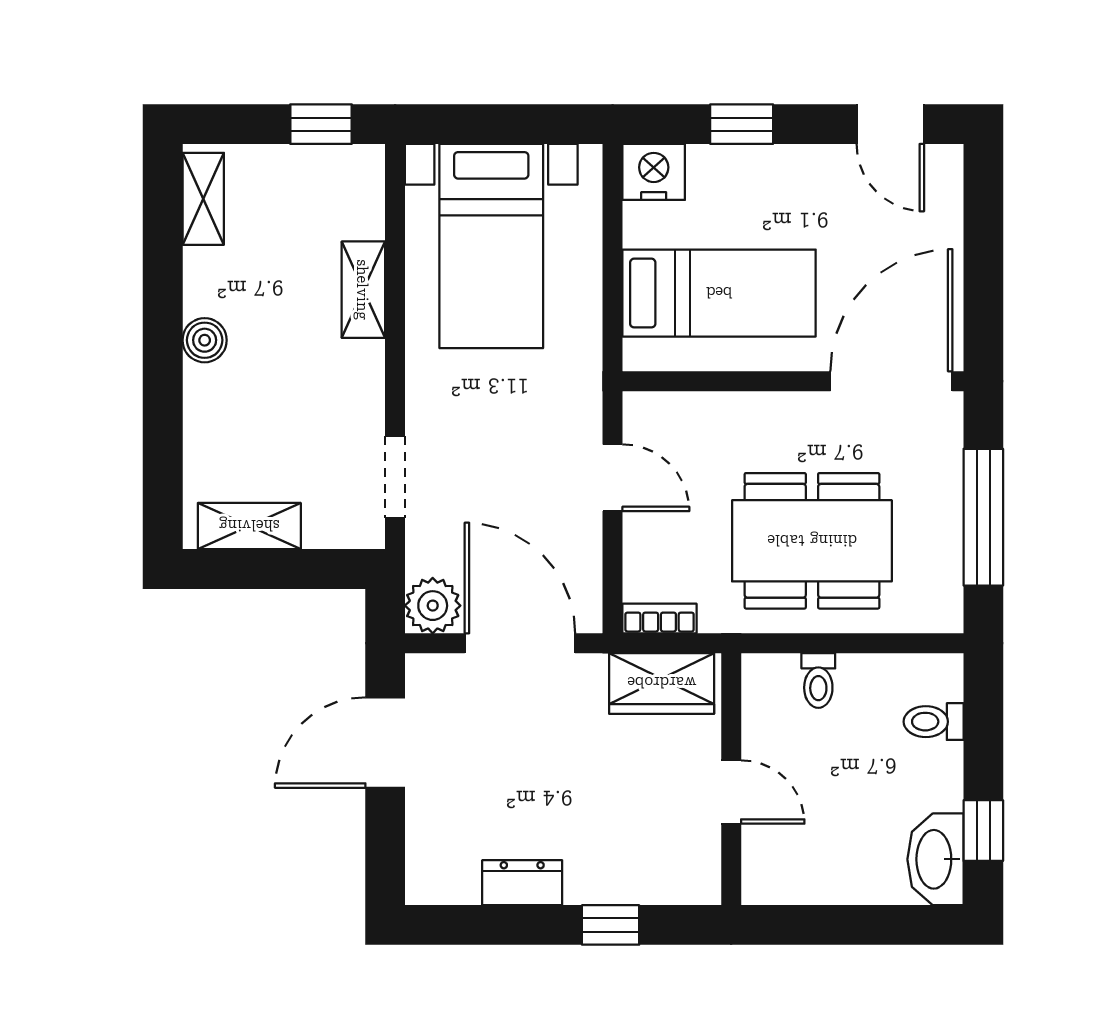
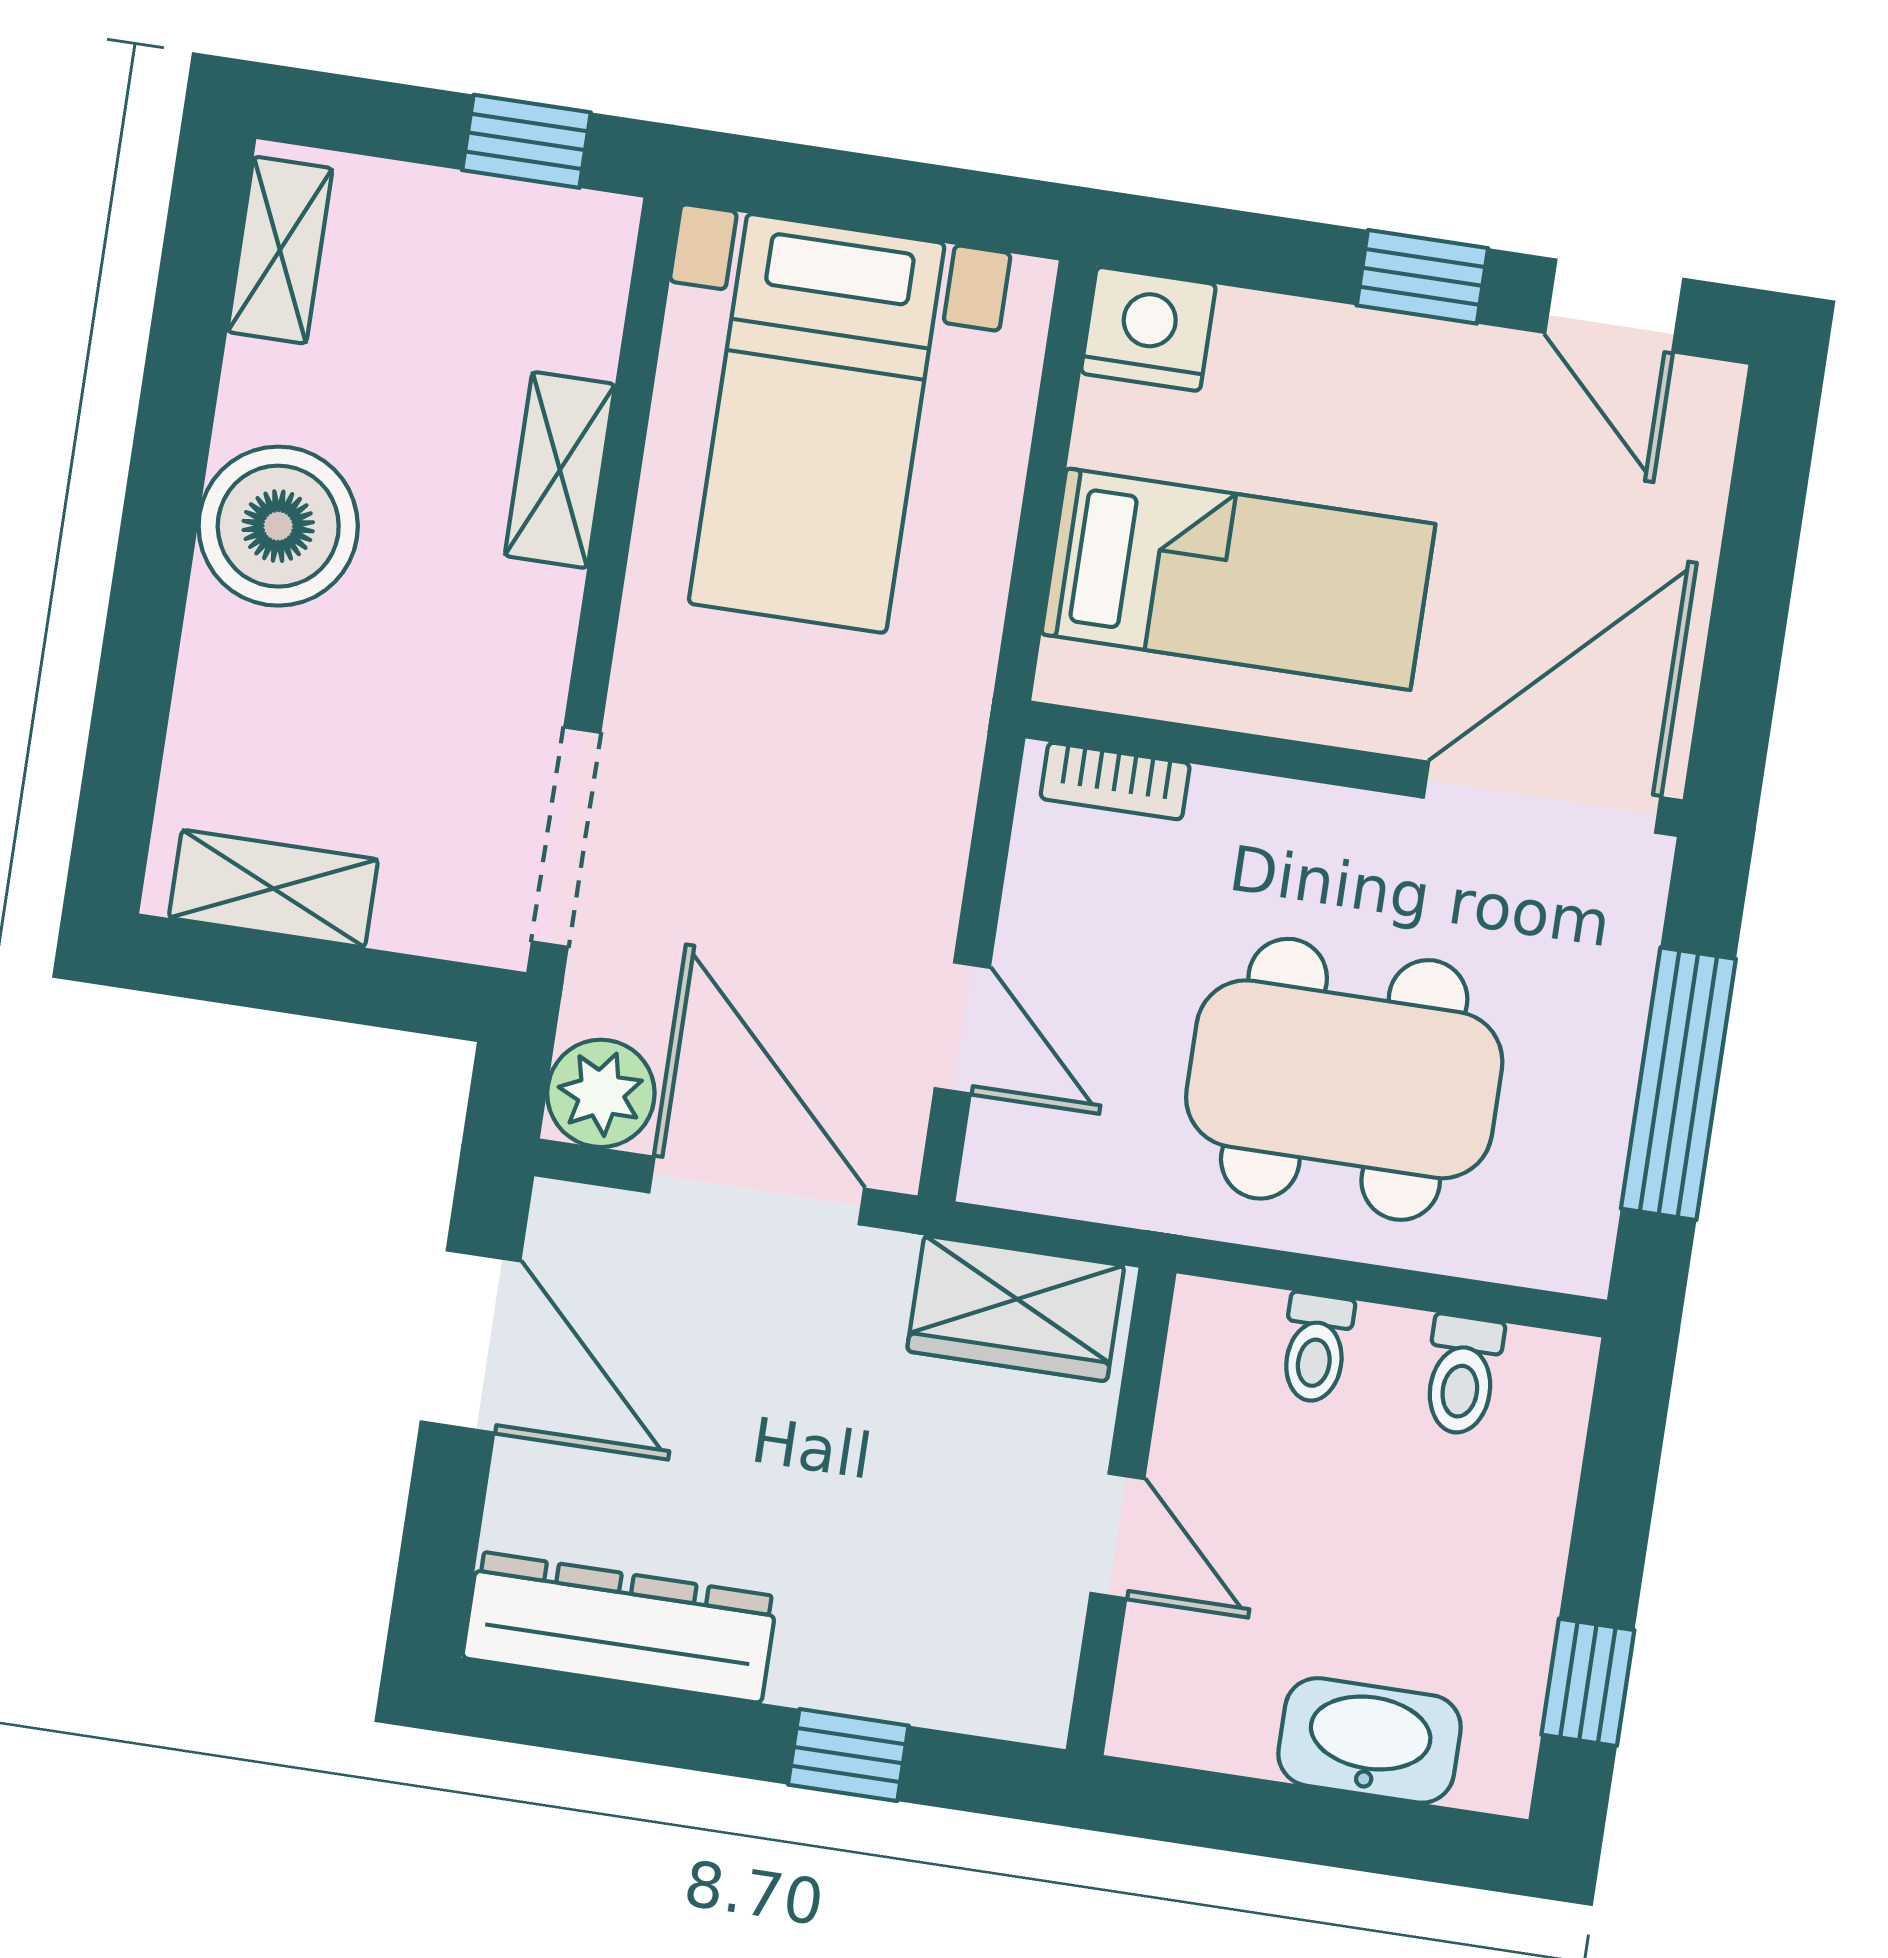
window: (742, 124) -> (1422, 277), moved
boiler: (205, 340) -> (278, 526), width x1.86, depth x1.86
doorway: (395, 477) -> (566, 837), width x1.38
door: (613, 478) -> (962, 1028), moved
bookcase: (660, 618) -> (1115, 781), moved, turned 180
toilet: (934, 722) -> (1462, 1375), moved, turned -90
door: (385, 743) -> (470, 1341), swing flipped
washbasin: (936, 859) -> (1369, 1740), moved, turned 90
dresser: (522, 883) -> (620, 1627), width x1.96, depth x1.24

